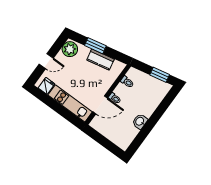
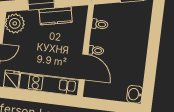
door: (100, 105) -> (84, 67), hinge flipped
washbasin: (140, 121) -> (135, 94), moved

